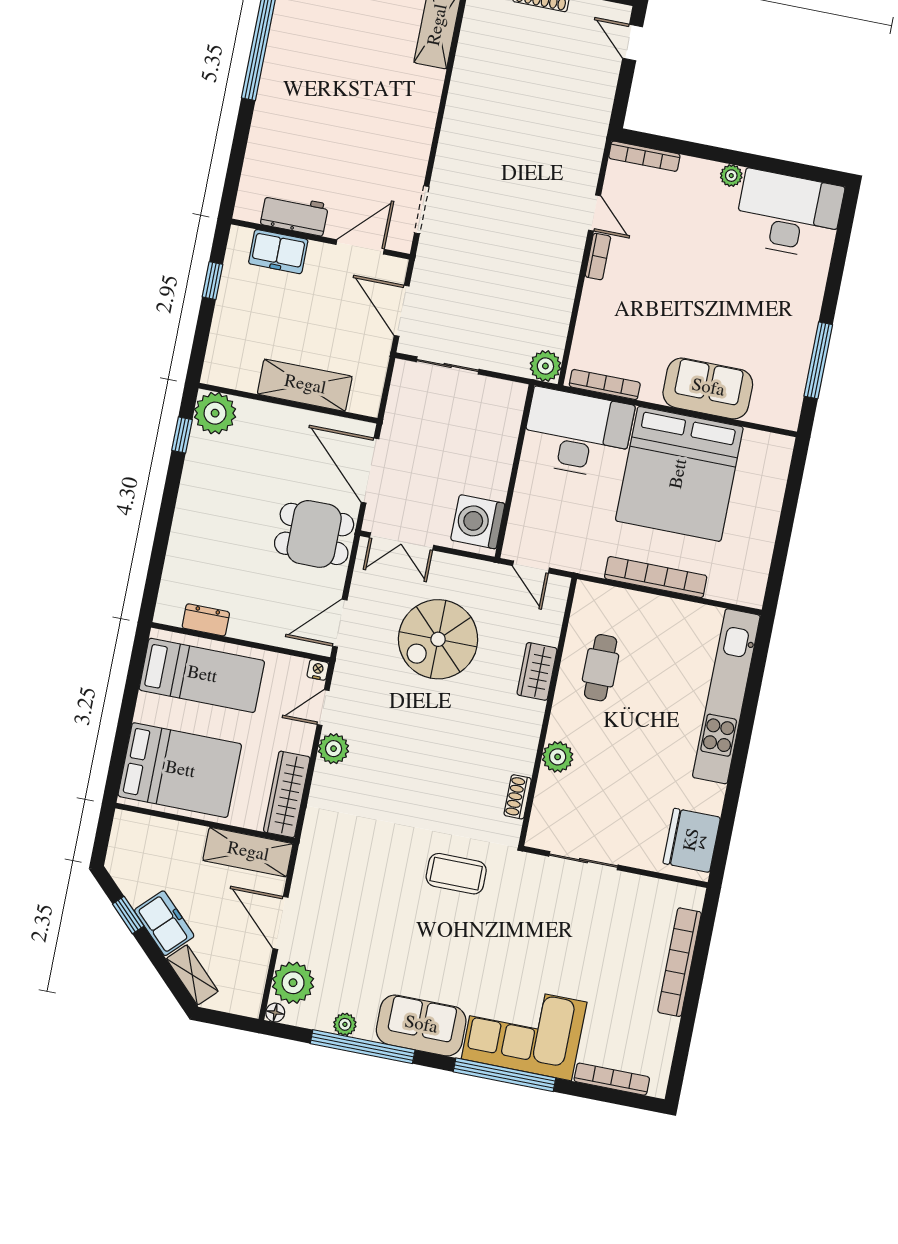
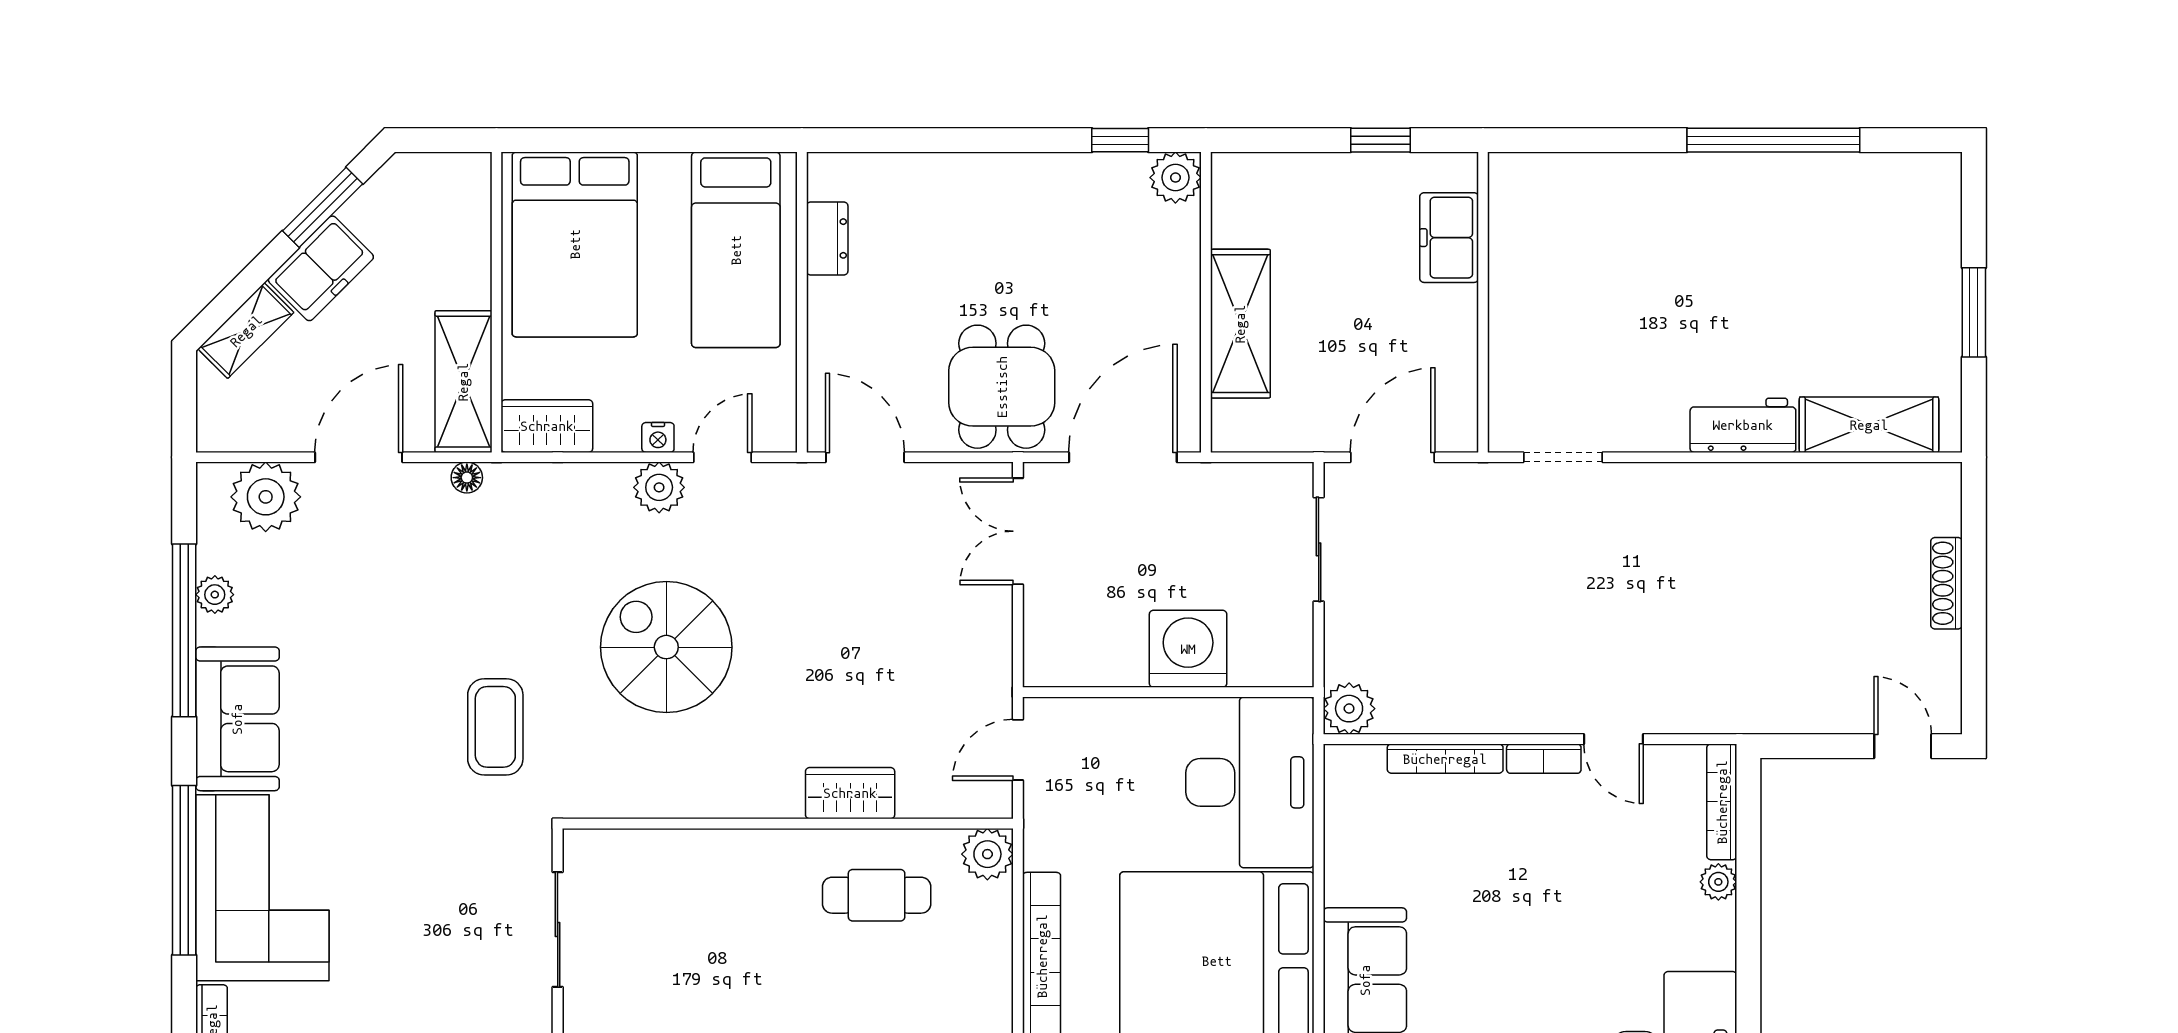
door: (633, 42) -> (1903, 746), hinge flipped
plant: (731, 176) -> (1718, 882), moved
door: (595, 213) -> (1614, 739), hinge flipped
workbench: (294, 214) -> (1743, 425), moved, turned -90
door: (360, 247) -> (1483, 369), removed
bookcase: (605, 385) -> (1445, 759), moved, turned 90
plant: (215, 413) -> (1175, 178), width x0.73, depth x0.73
washing machine: (478, 522) -> (1188, 649), moved
spiral stairs: (438, 639) -> (666, 647), moved
nightstand: (318, 670) -> (658, 437), moved, turned 90
door: (323, 708) -> (722, 457), hinge flipped
plant: (558, 757) -> (987, 854), moved
wardrobe: (287, 794) -> (547, 426), width x0.67
shoe rack: (518, 797) -> (640, 802), removed
window: (128, 915) -> (323, 207), width x1.50
floor lamp: (275, 1013) -> (467, 478), moved

